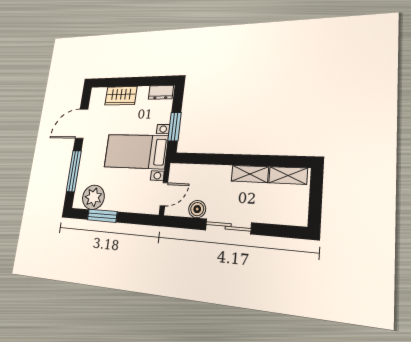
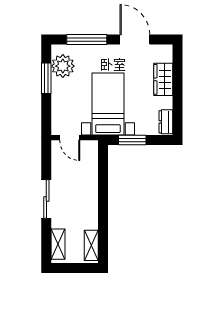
shelving: (250, 174) -> (58, 244), moved
boiler: (197, 209) -> (59, 170), removed

